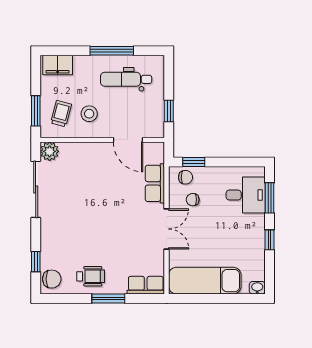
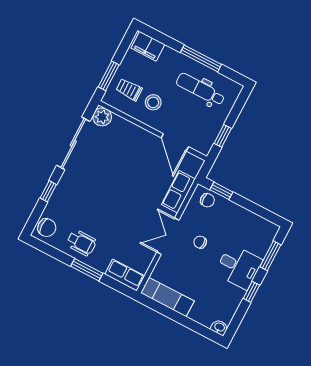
trolley: (61, 114) -> (129, 90), turned -105
desk: (246, 195) -> (239, 267), moved
chair: (193, 200) -> (200, 242), moved
double door: (167, 229) -> (168, 236), swing flipped
window: (36, 262) -> (48, 191), moved
exam couch: (205, 281) -> (167, 297), width x0.73, depth x0.69

